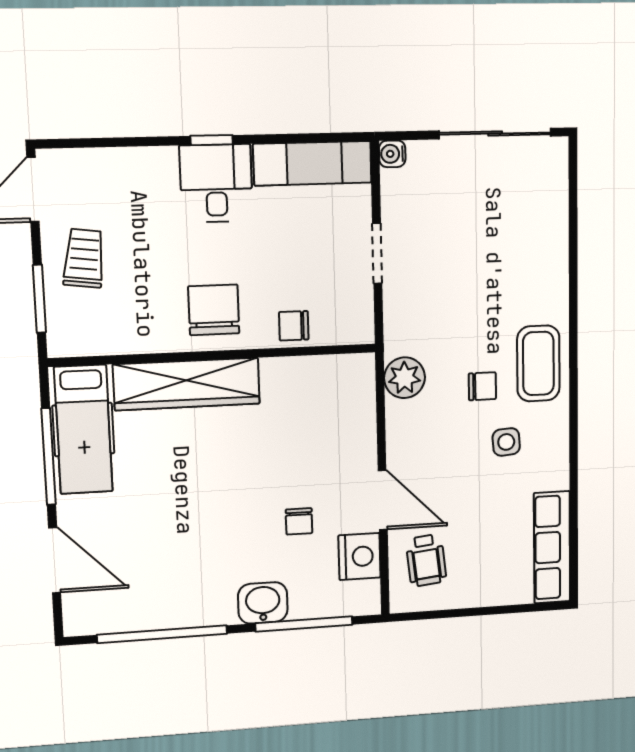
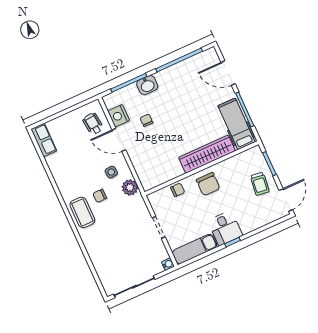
side table: (506, 442) -> (111, 172), moved
row of seats: (552, 547) -> (44, 140), width x0.68

